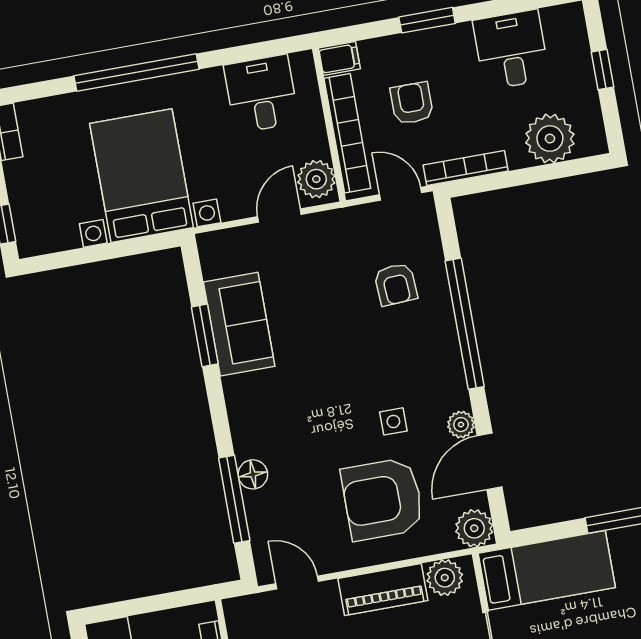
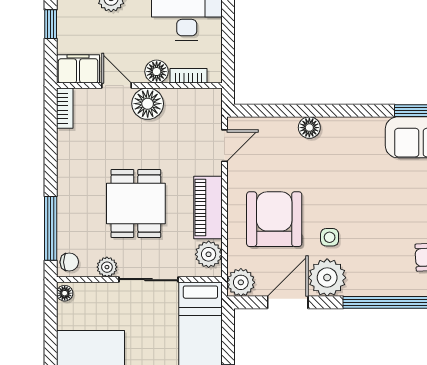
plant: (461, 425) -> (327, 278), width x1.88, depth x1.88
door: (490, 461) -> (288, 302), hinge flipped
window: (234, 499) -> (294, 111), removed

